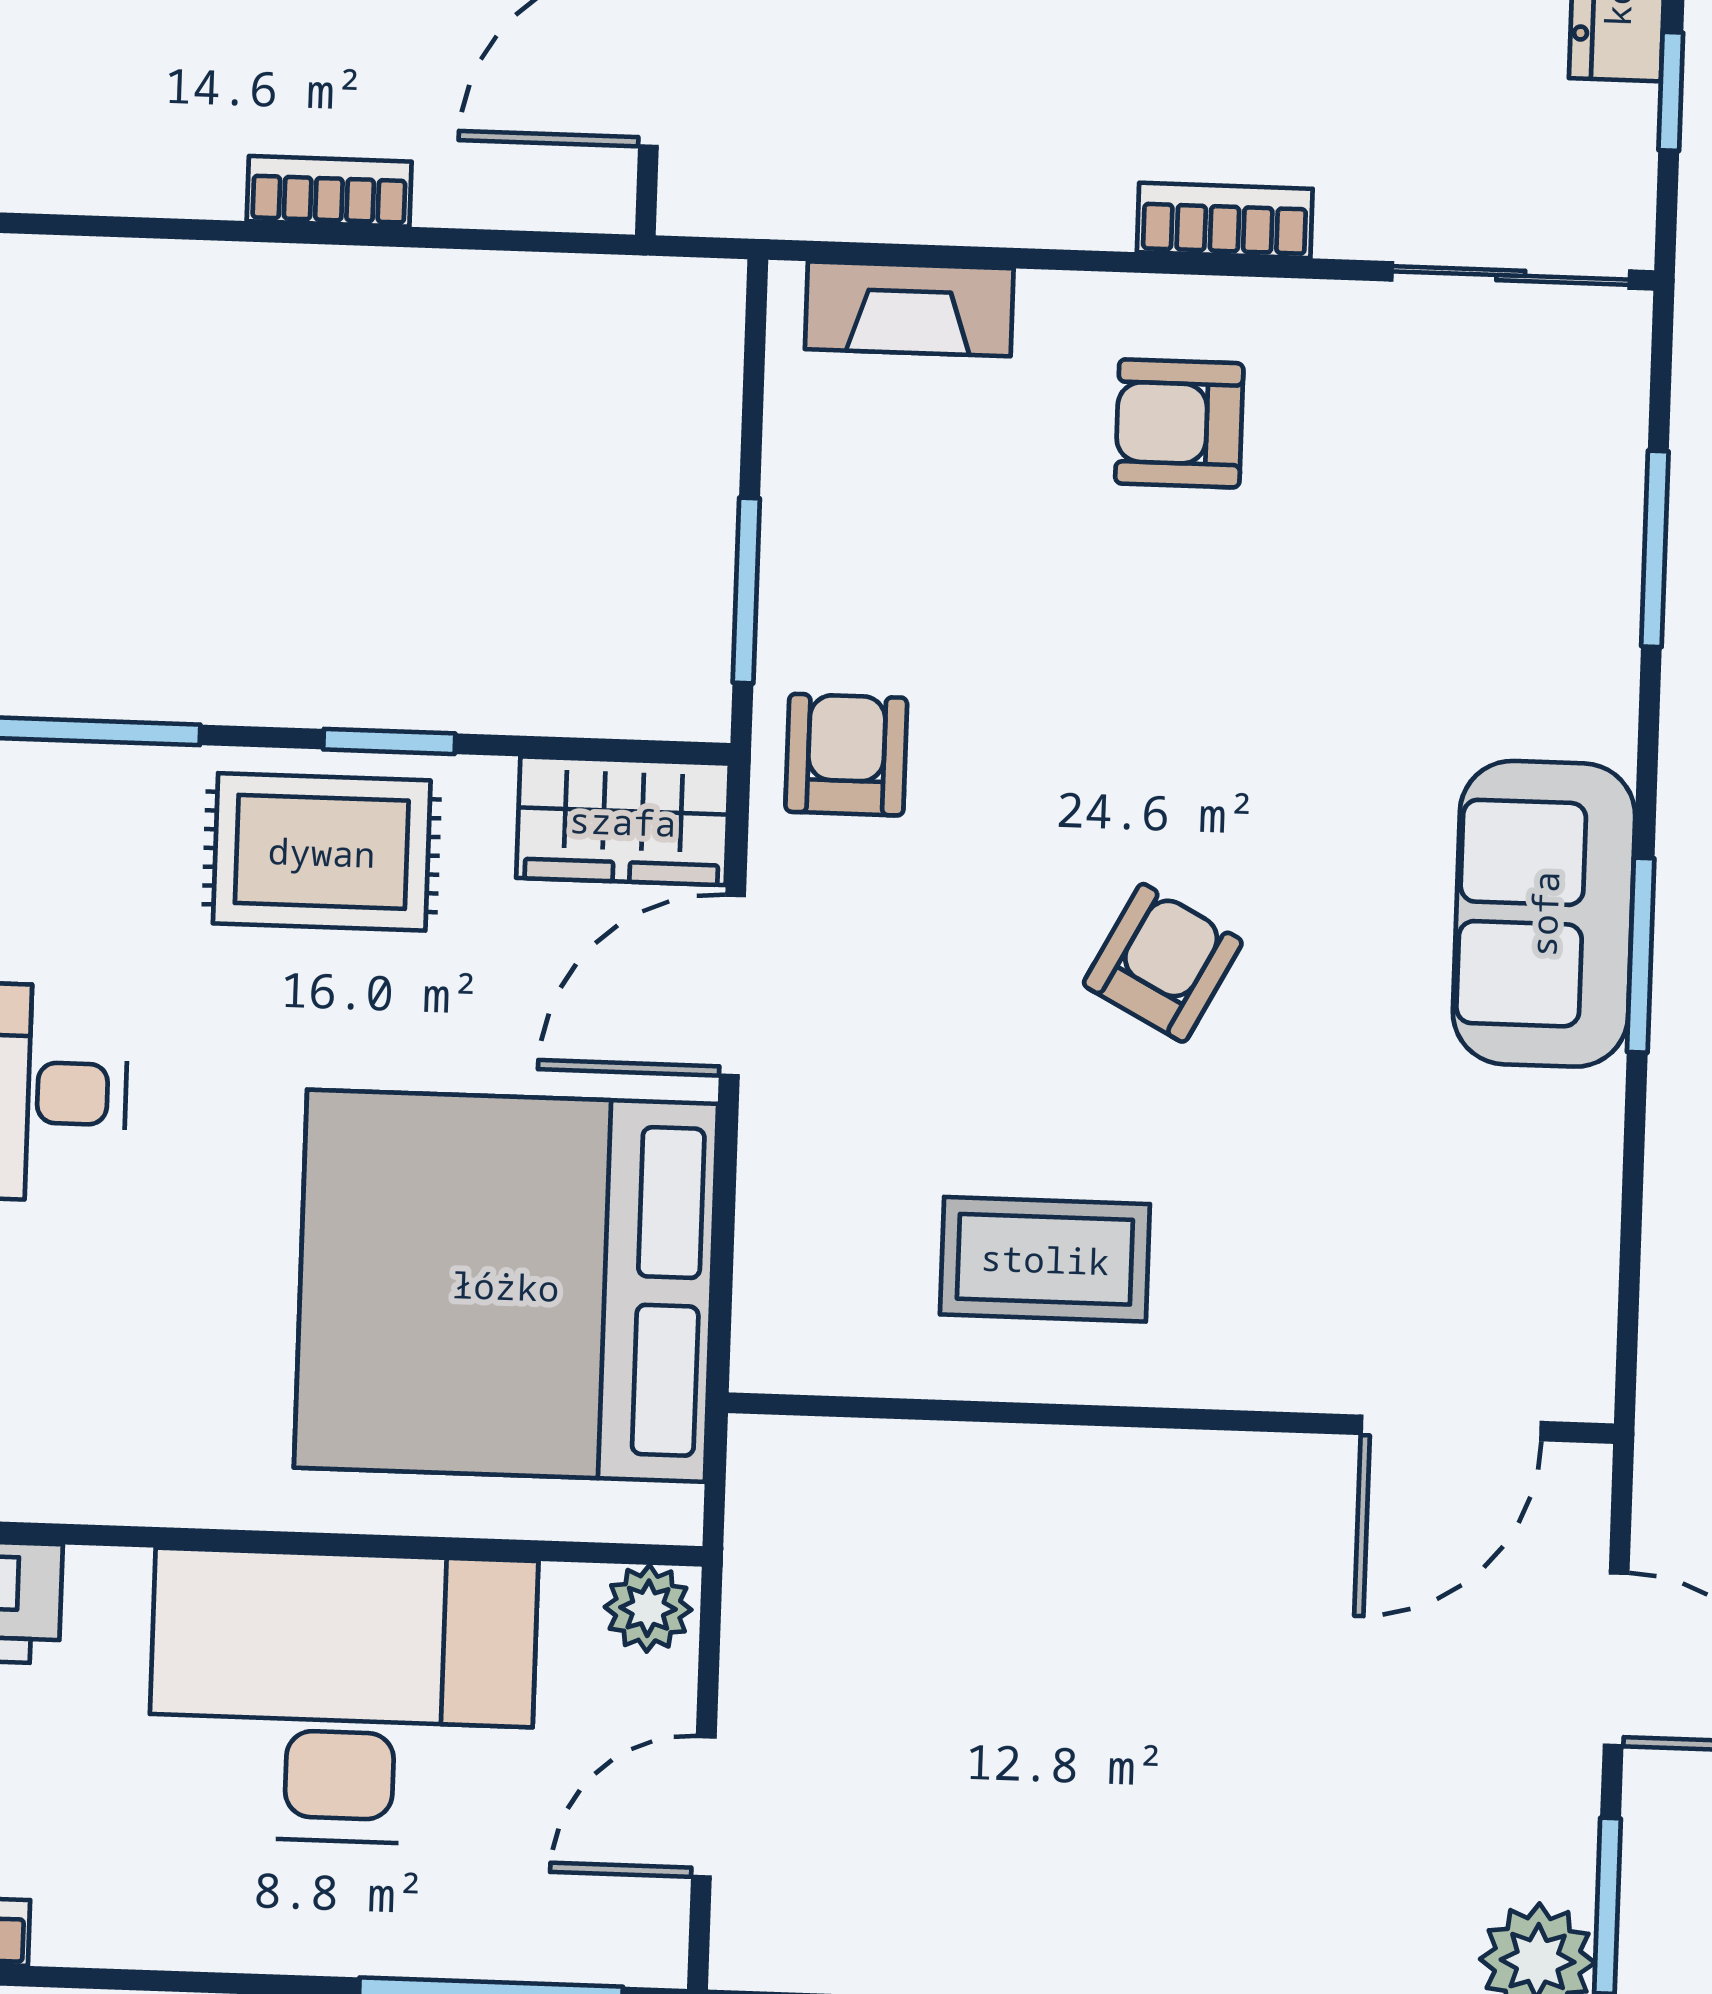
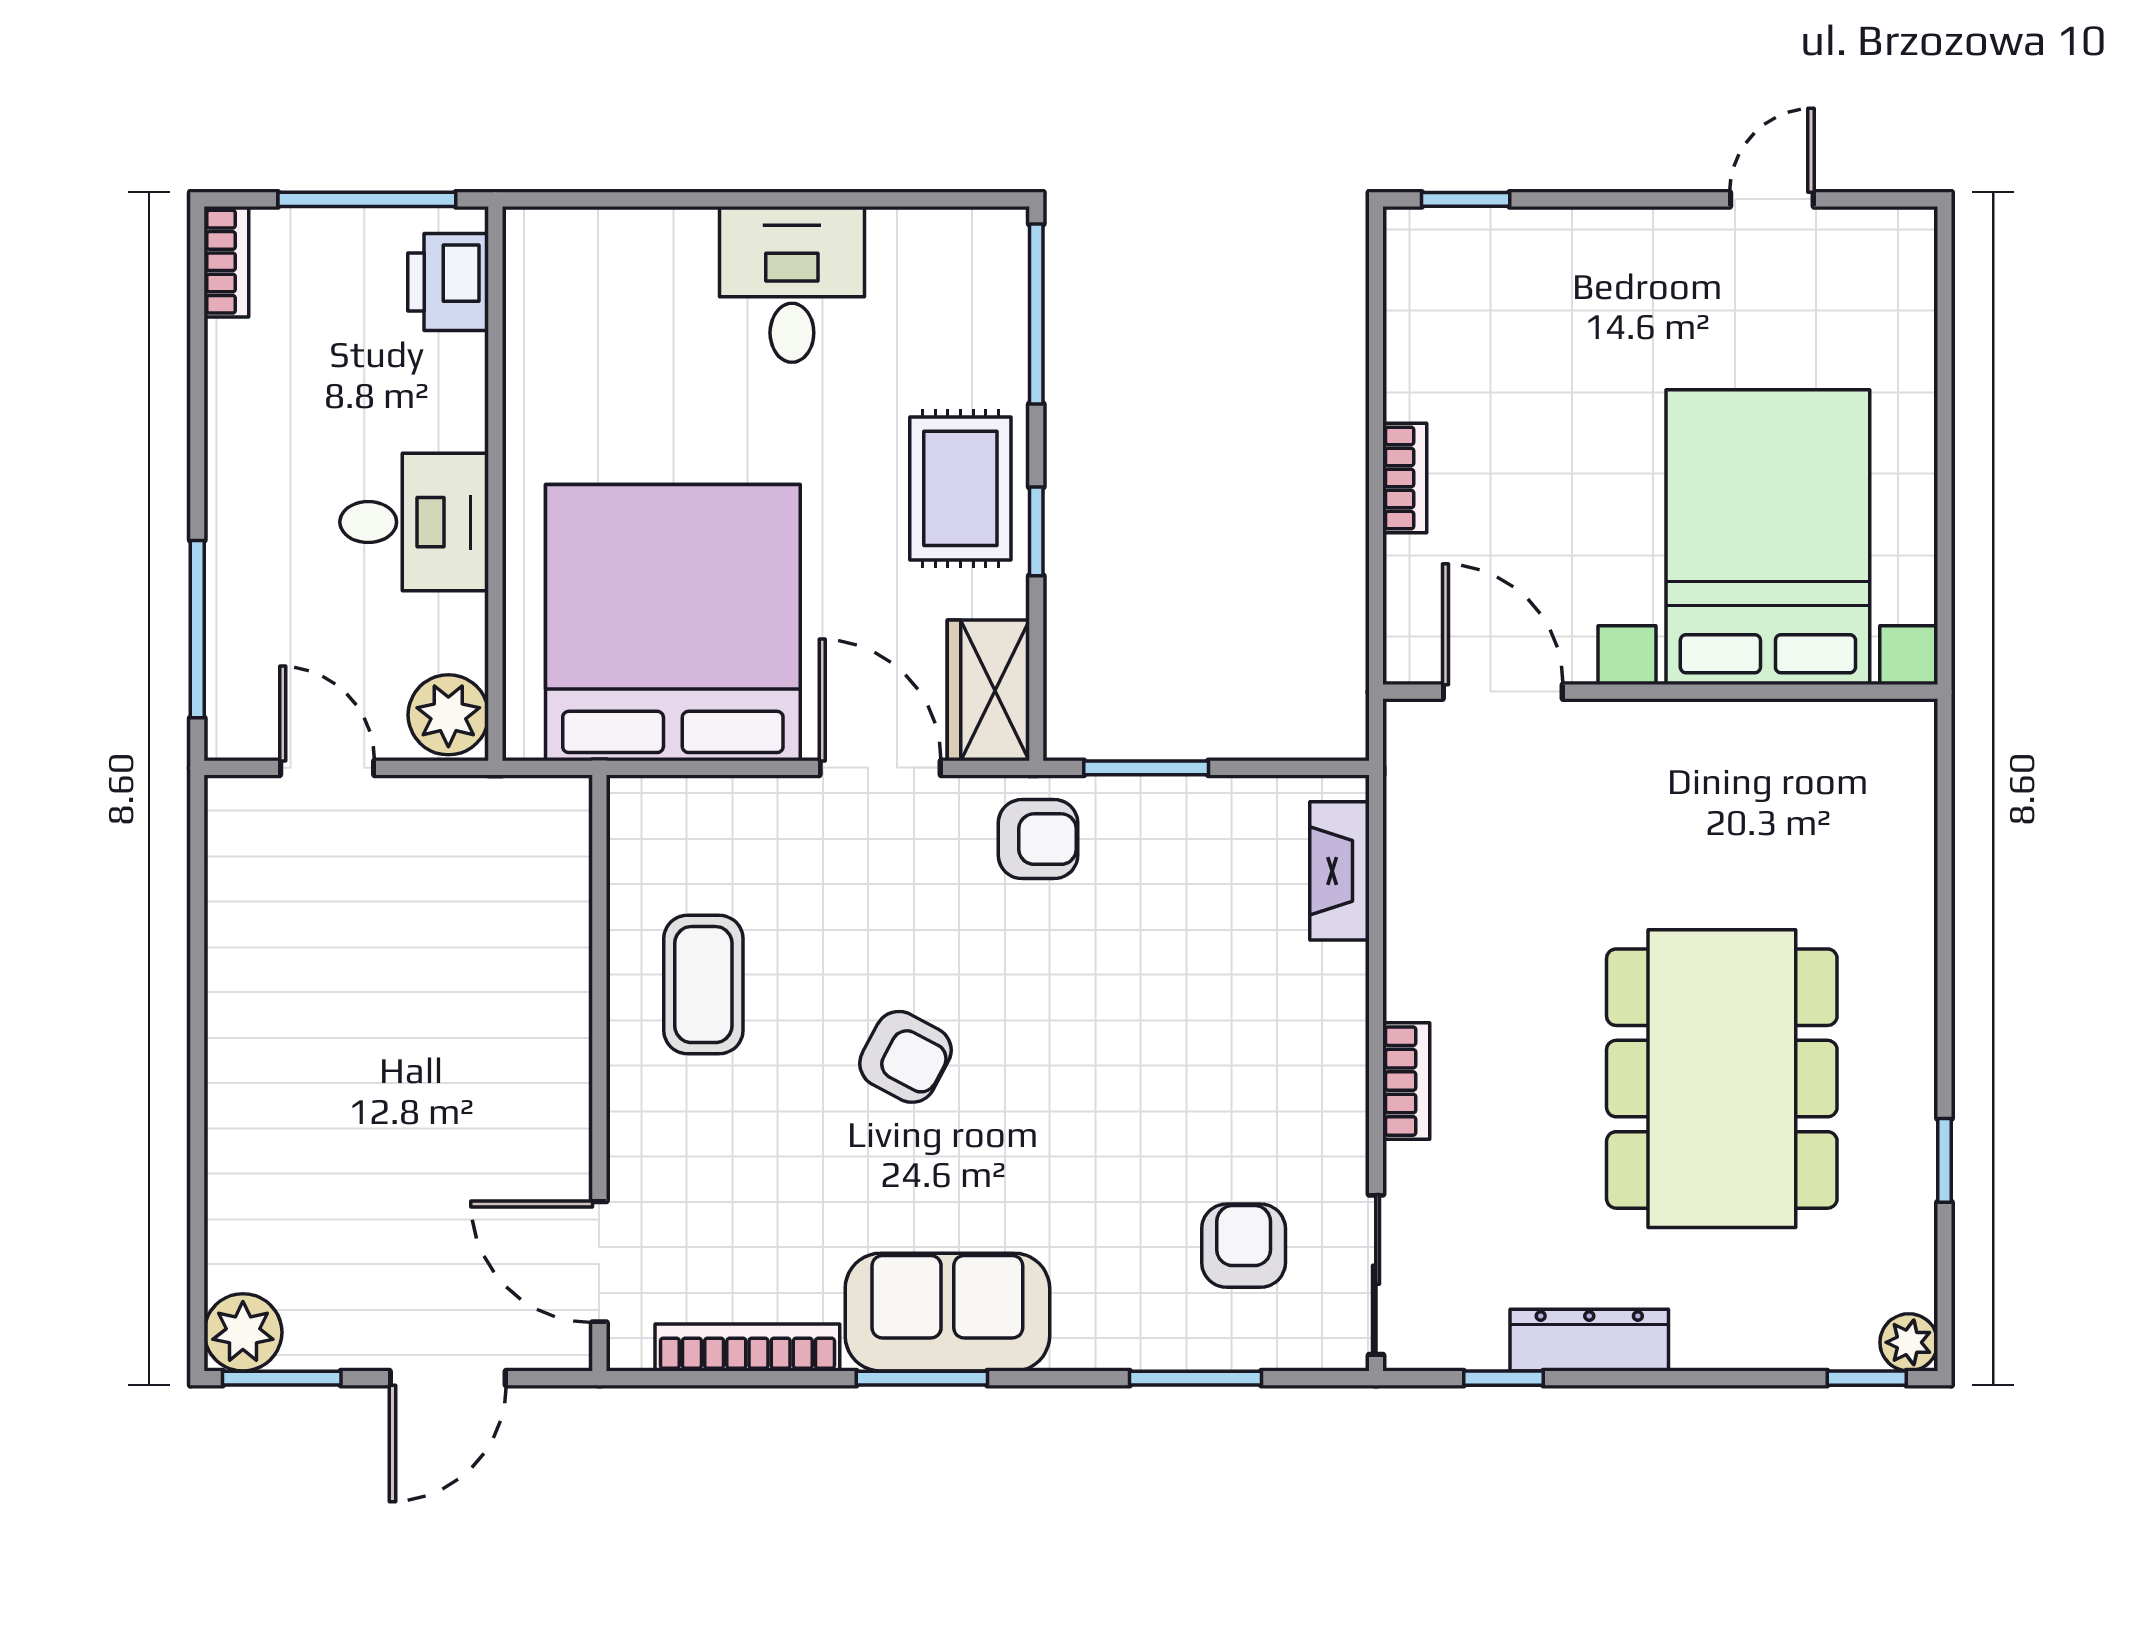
armchair: (1179, 423) -> (1244, 1246), moved
bookcase: (1586, 1213) -> (747, 1348), added
plant: (648, 1608) -> (448, 715), width x1.38, depth x1.38
desk: (342, 1698) -> (414, 522), width x0.53, depth x0.77

